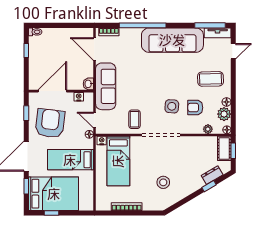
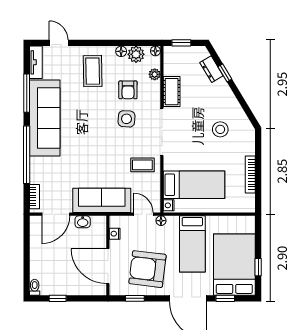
window: (210, 25) -> (27, 93), moved
washbasin: (88, 84) -> (83, 222), moved
door: (94, 120) -> (143, 214), swing flipped
cot: (224, 148) -> (172, 92), moved, turned 90

